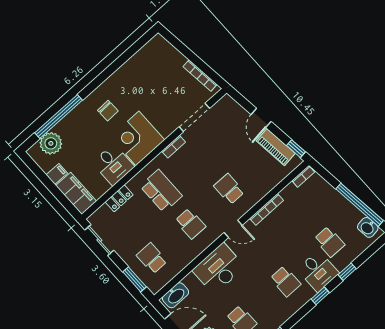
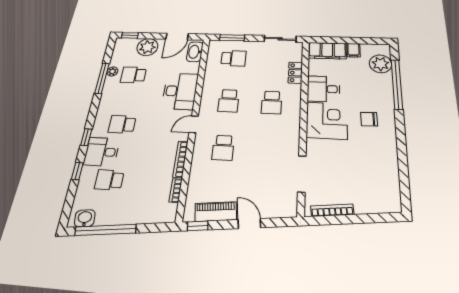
bookcase: (174, 147) -> (295, 139), removed
bookcase: (303, 176) -> (176, 191), moved
school desk: (229, 189) -> (223, 148), turned 90
school desk: (161, 191) -> (272, 102), width x0.54
school desk: (190, 224) -> (229, 101), turned -90

